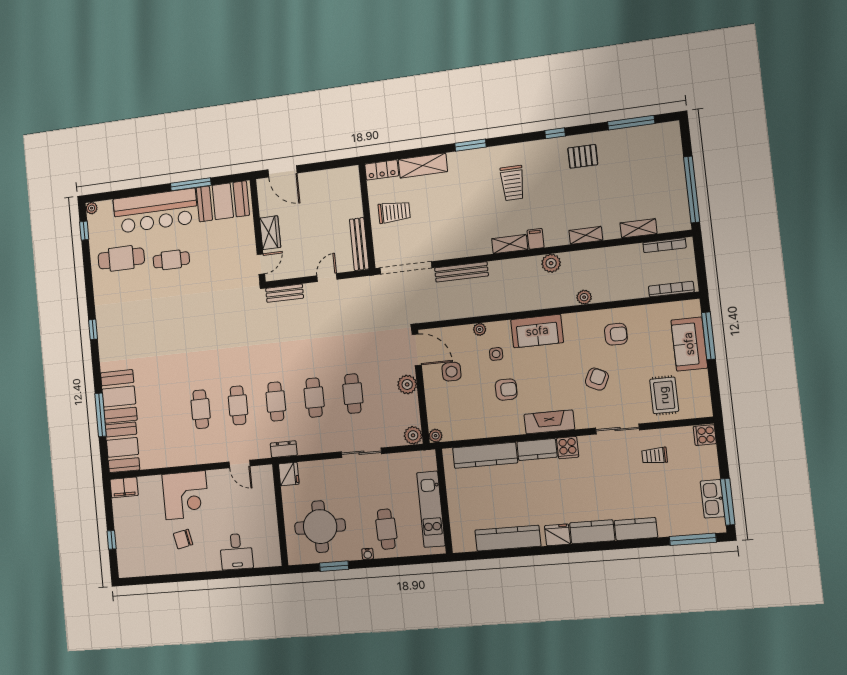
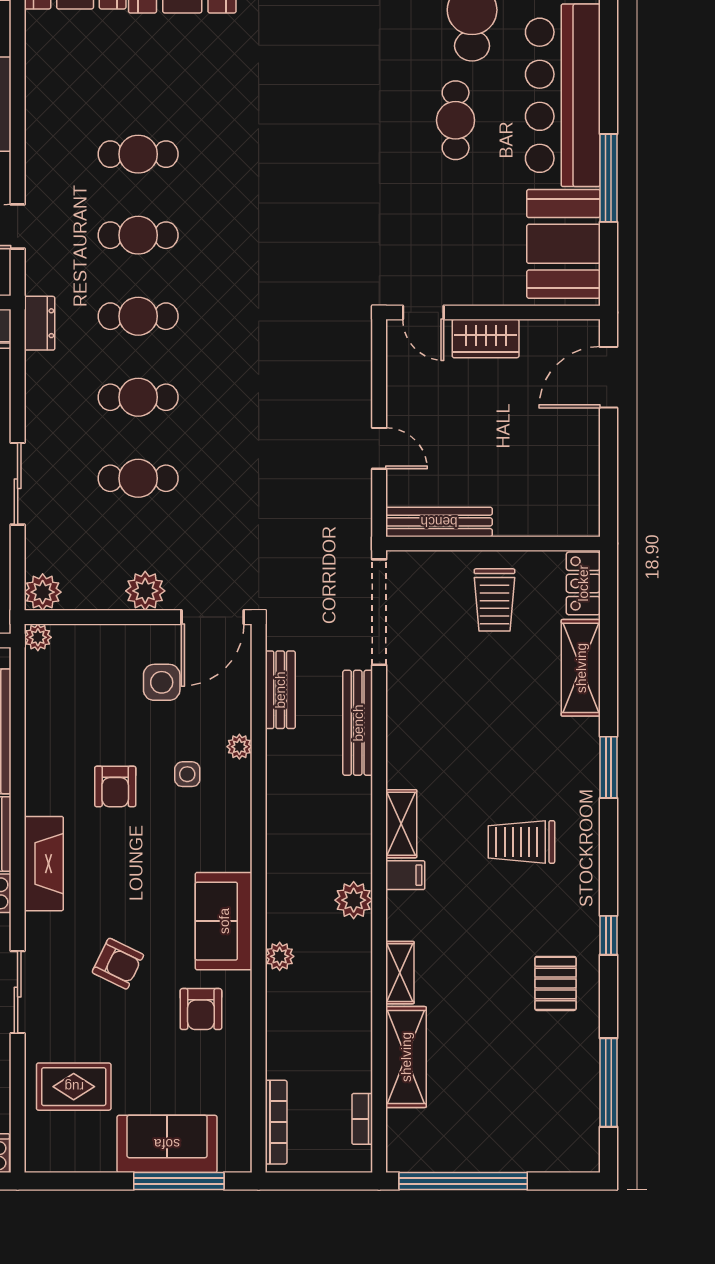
shelving: (638, 228) -> (406, 1057), width x1.50, depth x1.33
bookcase: (664, 245) -> (362, 1119), width x0.64
bench: (285, 293) -> (280, 690), moved
sofa: (537, 331) -> (224, 921), moved

